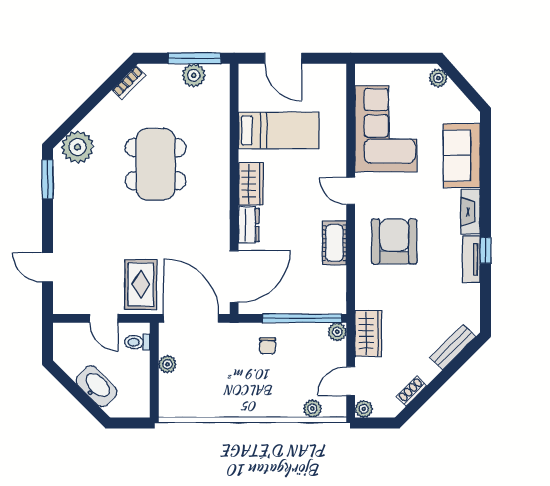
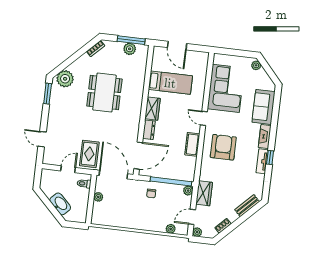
door: (104, 318) -> (68, 169), swing flipped

